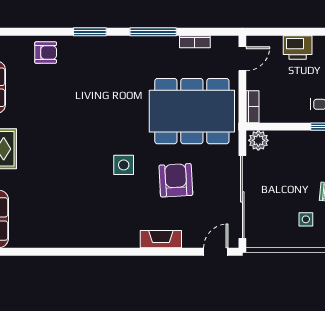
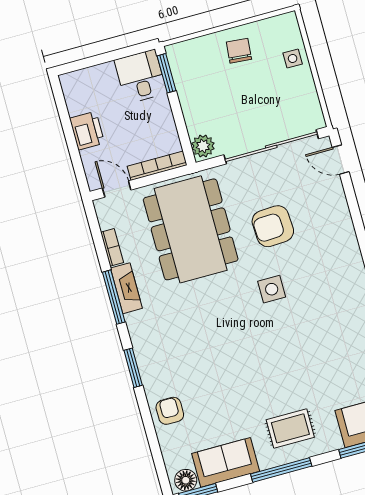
bookcase: (253, 107) -> (157, 166), width x1.56
side table: (306, 219) -> (293, 59), moved
fireplace: (161, 239) -> (126, 288), moved, turned 180

